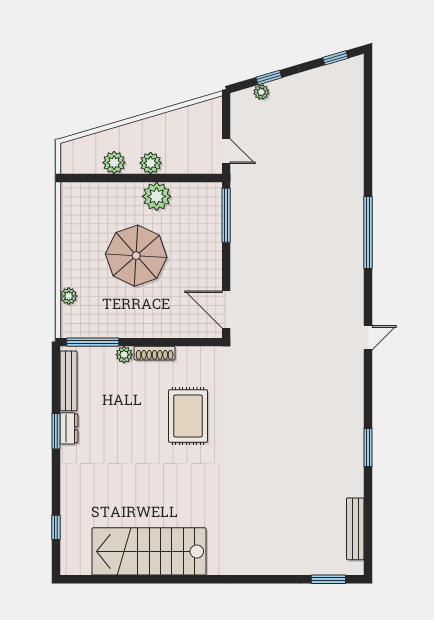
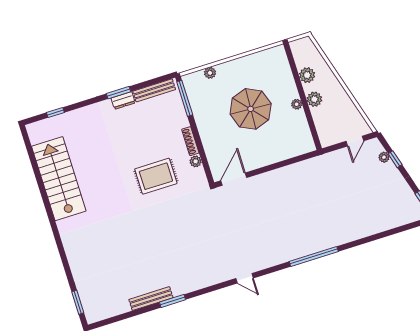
door: (226, 151) -> (355, 141), moved
plant: (157, 196) -> (297, 104), width x0.53, depth x0.53
window: (226, 215) -> (296, 160), removed
plant: (124, 355) -> (196, 161), moved
bench: (355, 529) -> (151, 299), moved

